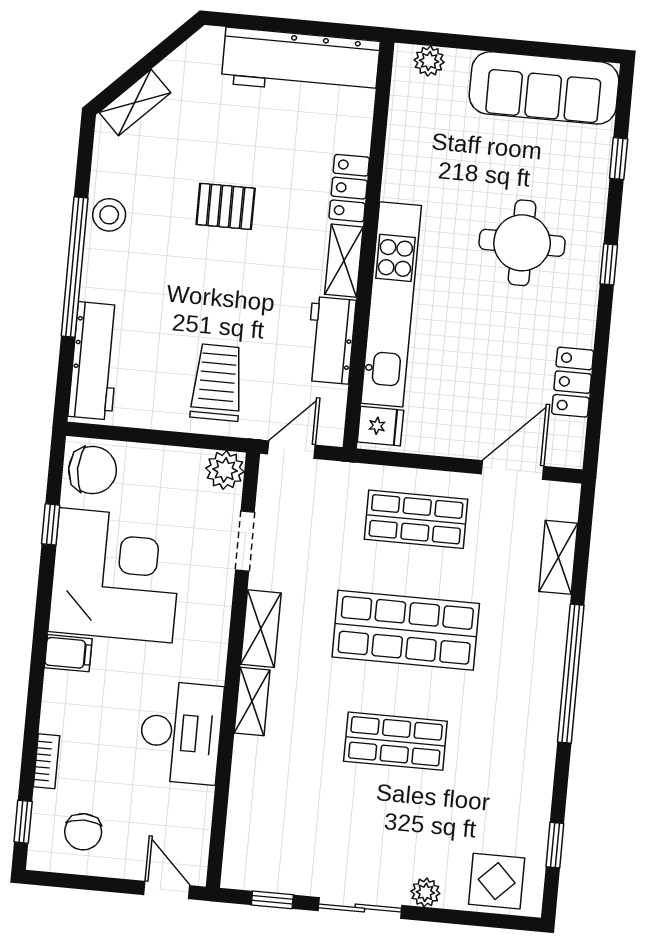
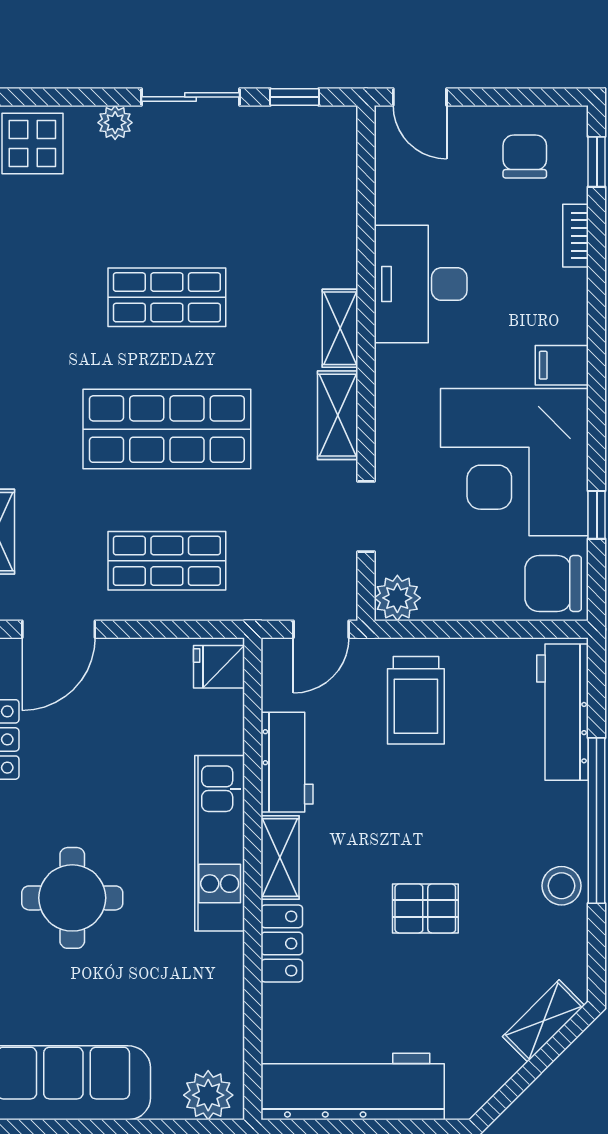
plant: (429, 61) -> (208, 1095), width x1.38, depth x1.38
kitchen unit: (391, 304) -> (220, 843), width x0.73

